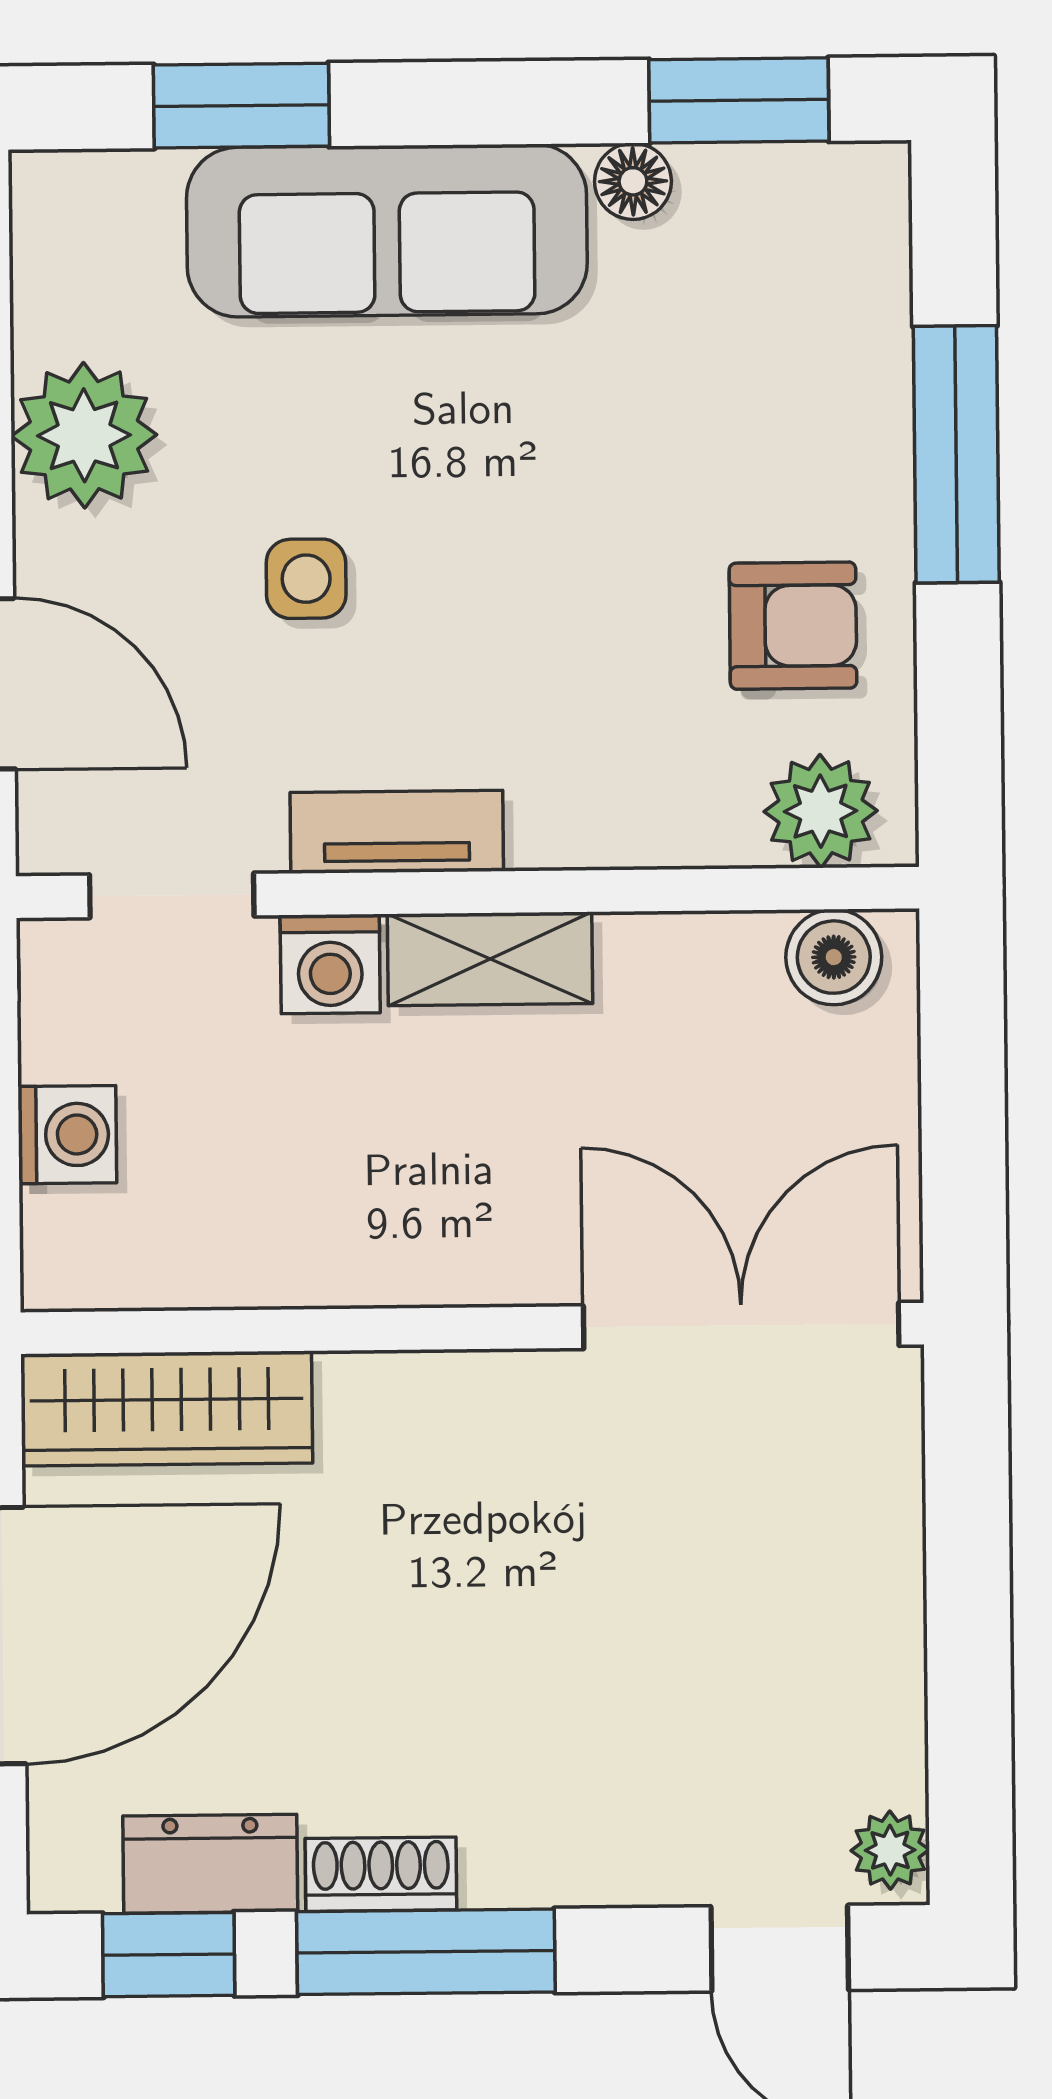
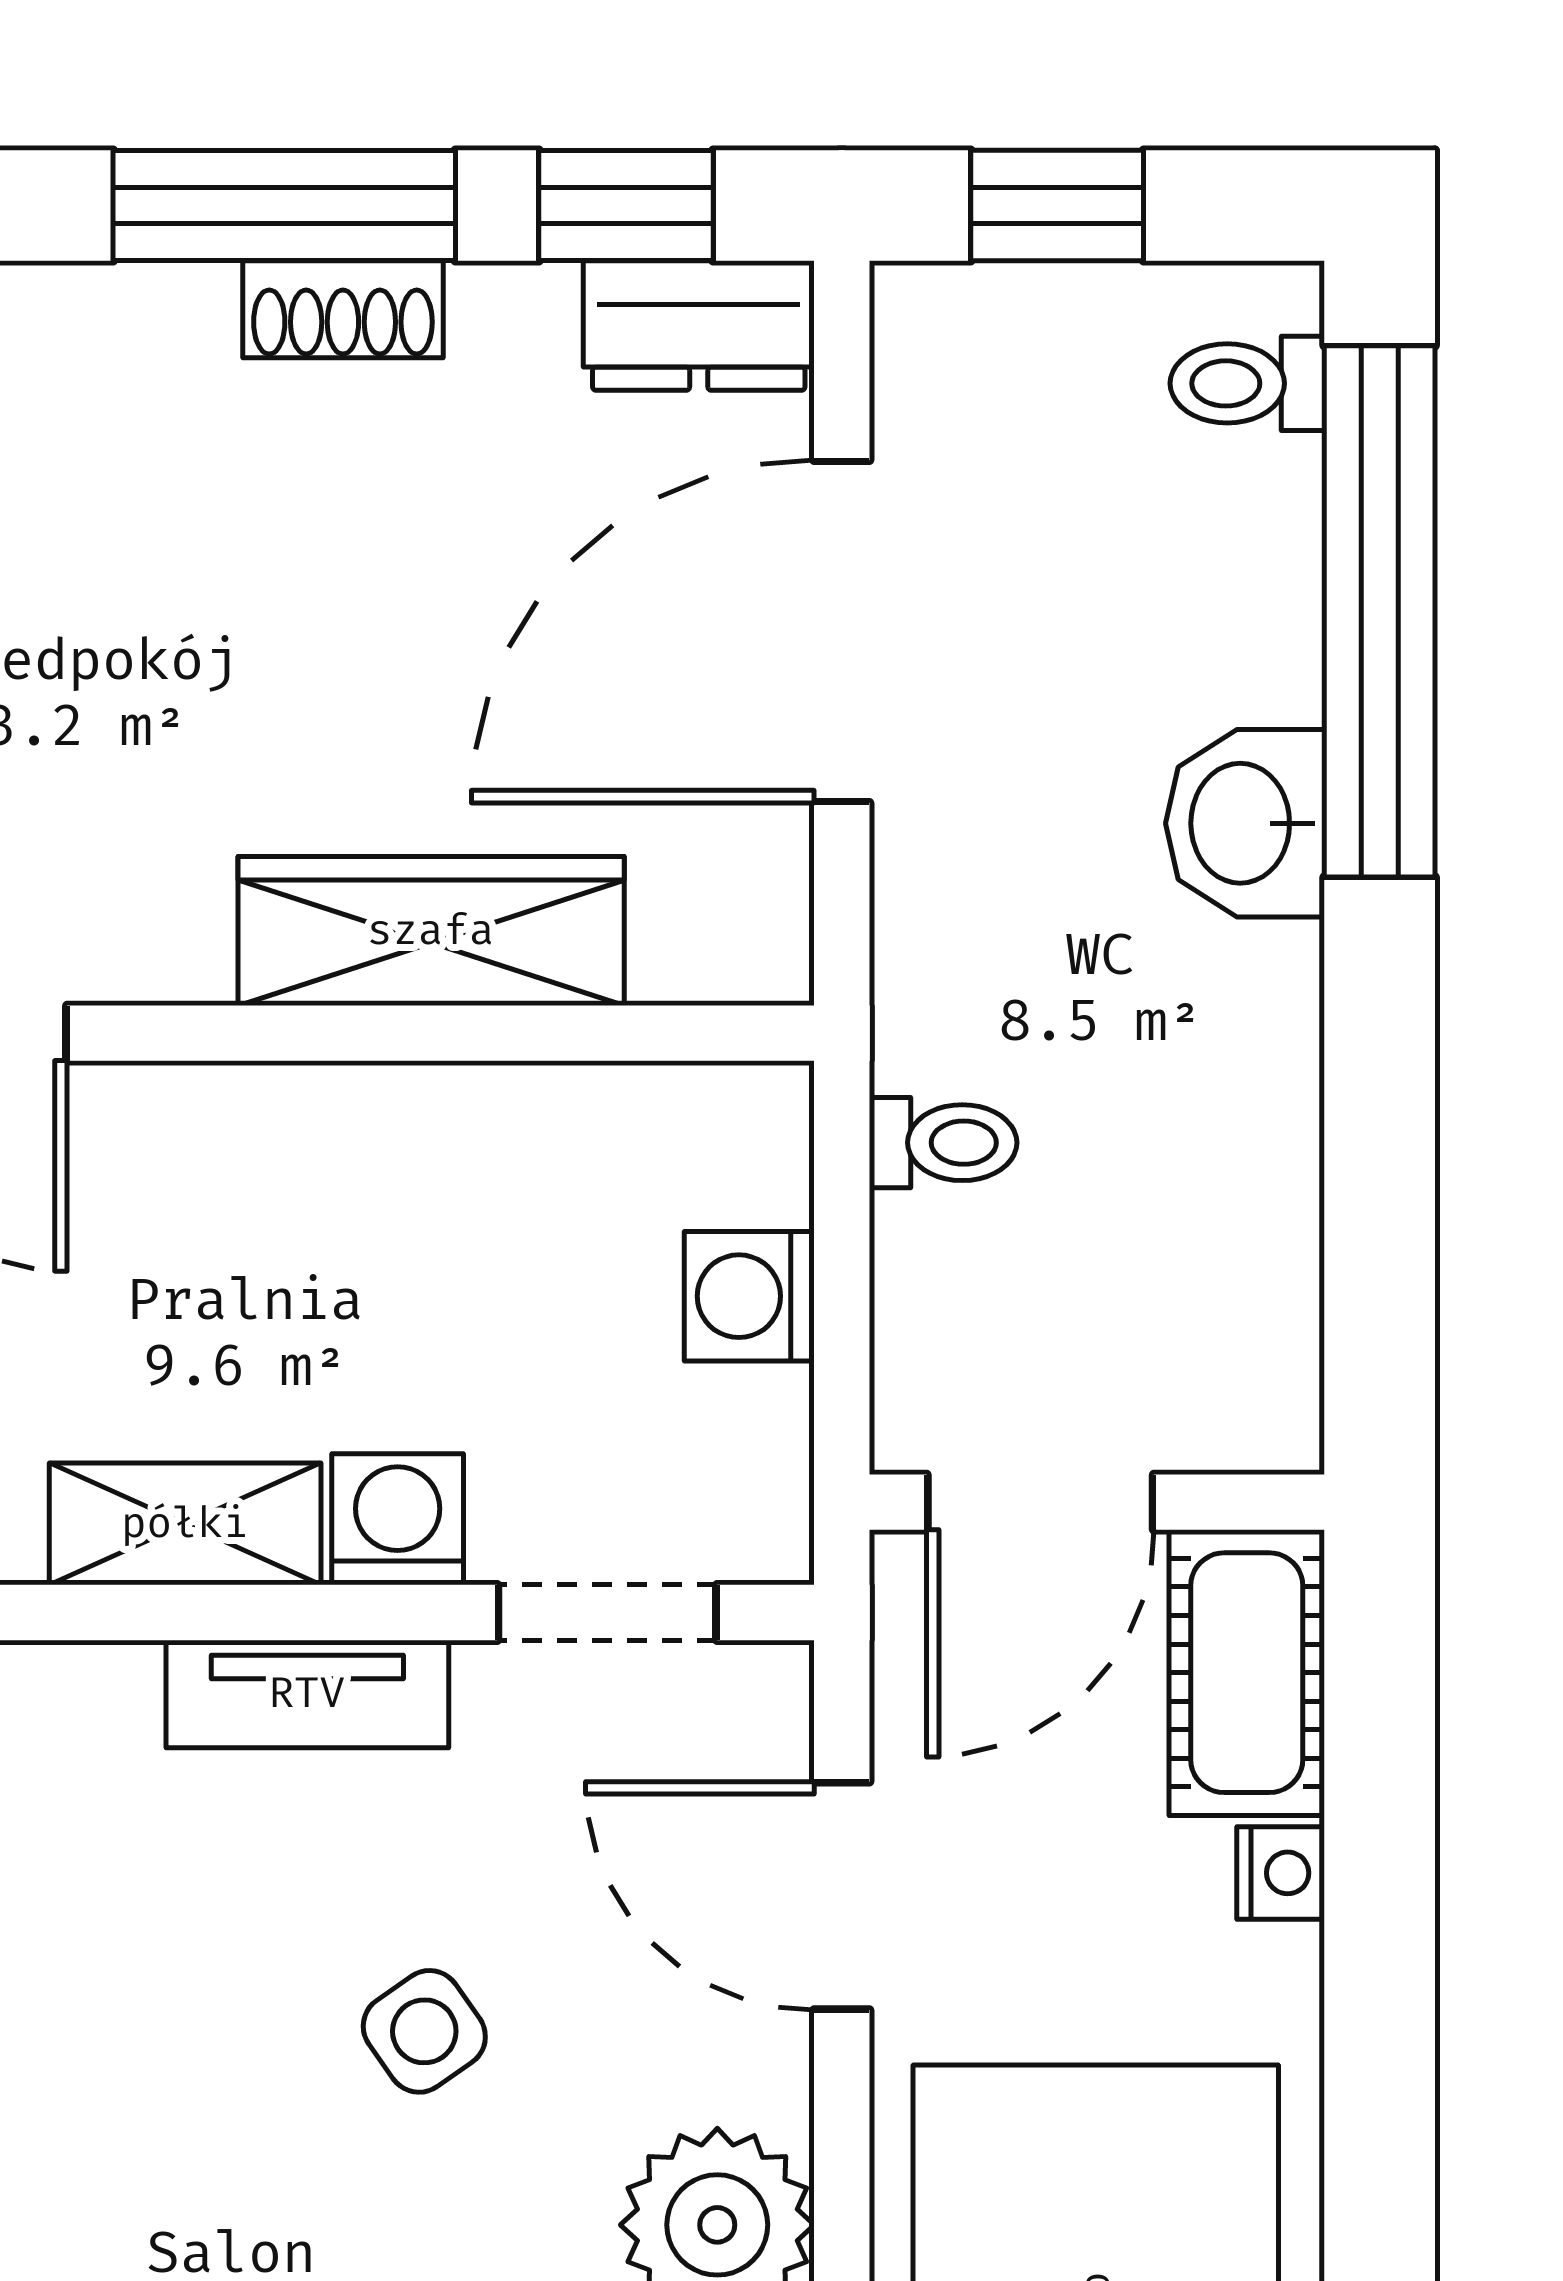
side table: (306, 579) -> (424, 2031), turned -35
wardrobe: (167, 1409) -> (431, 931), moved
dresser: (210, 1864) -> (699, 326), moved

